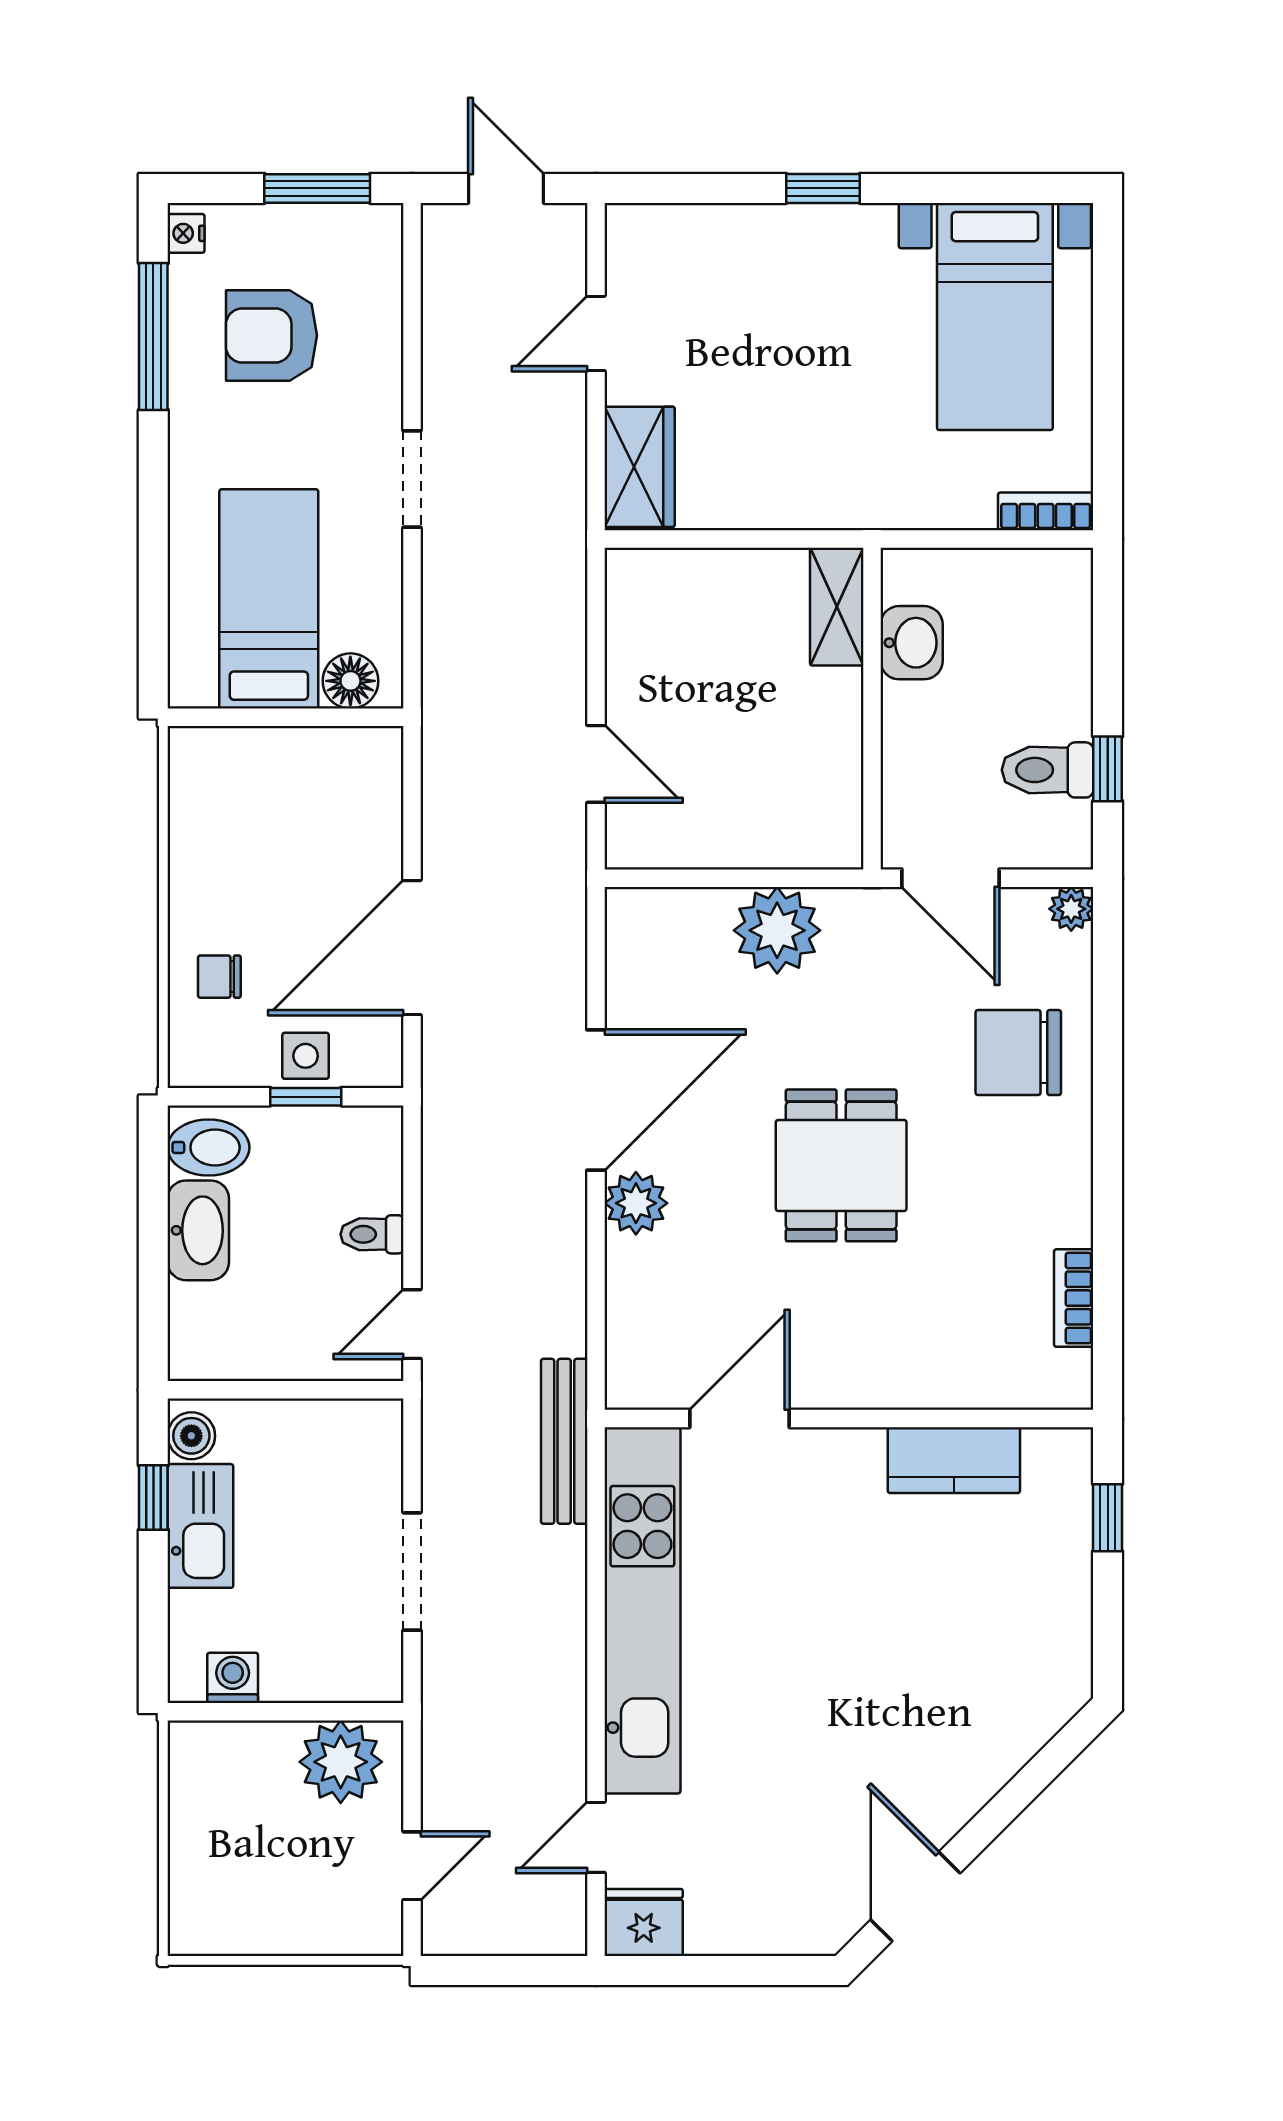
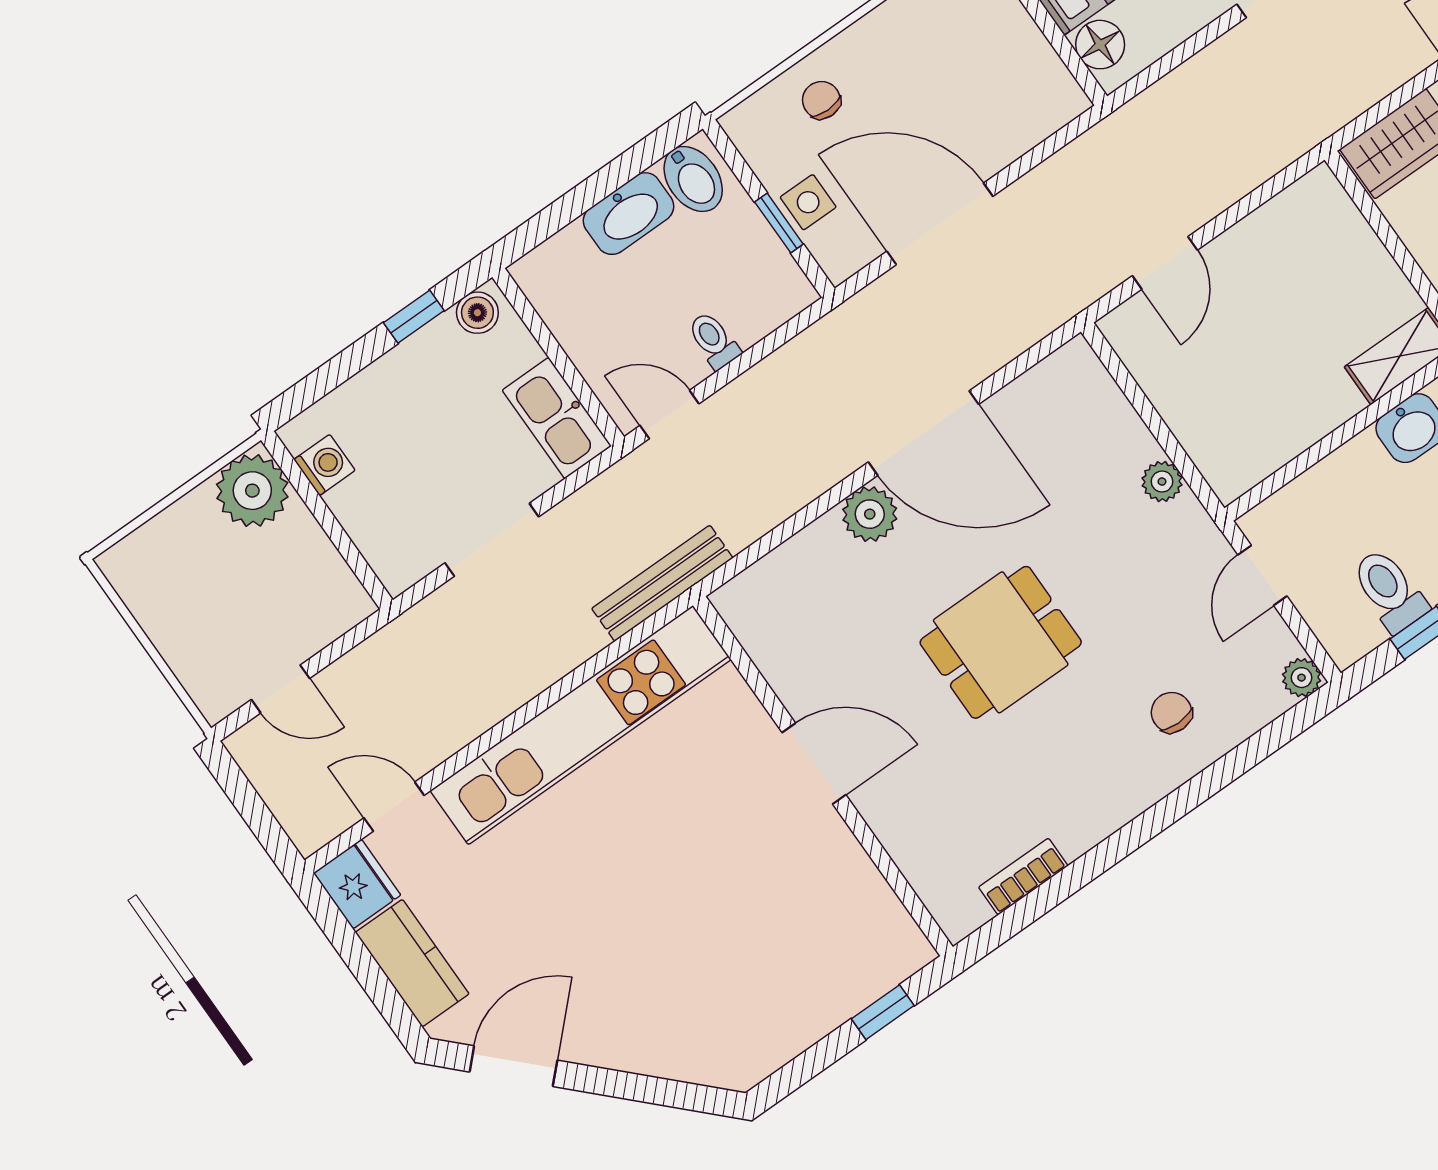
door: (951, 878) -> (1262, 575), width x0.73
plant: (777, 930) -> (1162, 482), width x0.53, depth x0.53
chair: (1018, 1053) -> (1172, 712), width x0.54, depth x0.54
door: (739, 1419) -> (814, 764), moved
kitchen counter: (954, 1460) -> (412, 963), moved, turned 180
kitchen sink: (200, 1526) -> (557, 418), moved, turned 90
plant: (341, 1762) -> (252, 491), moved

